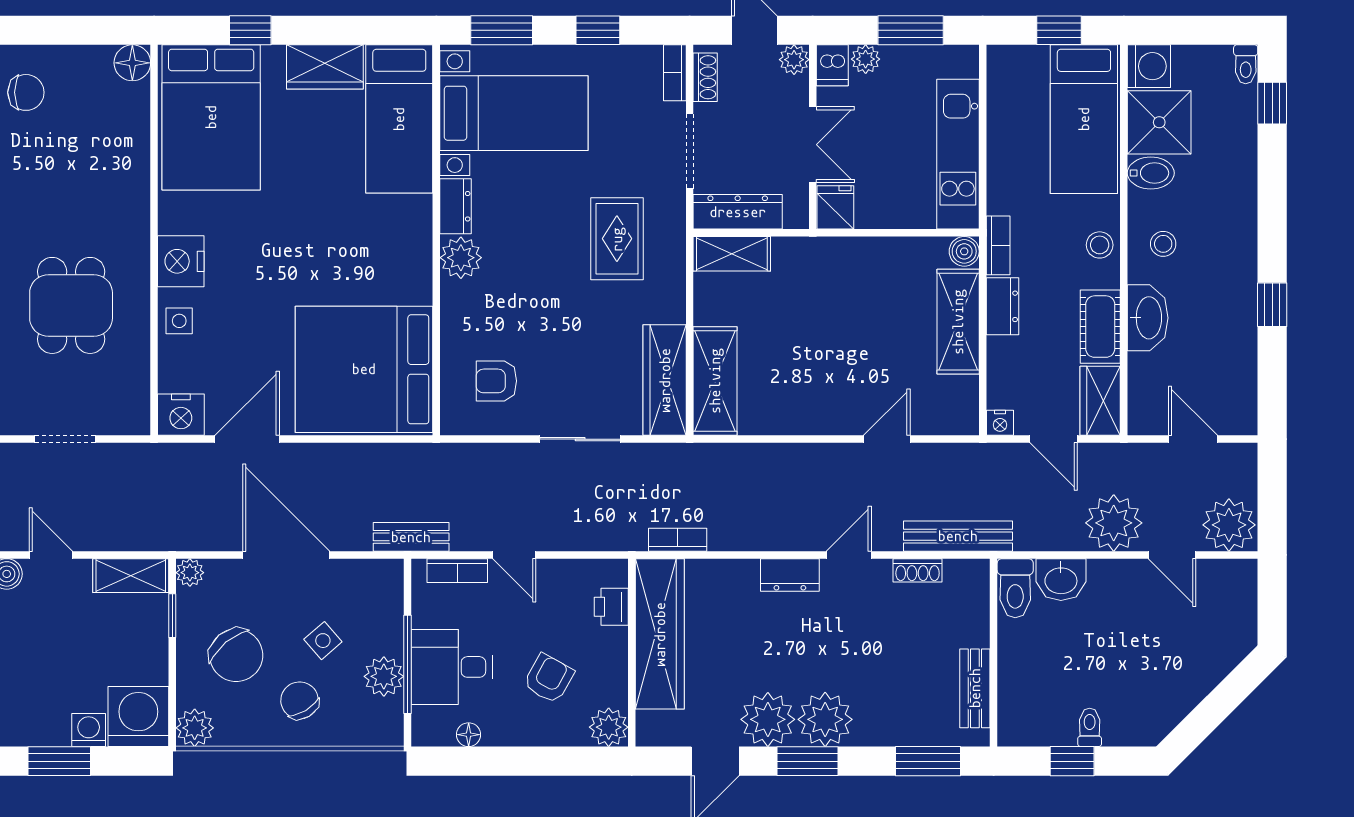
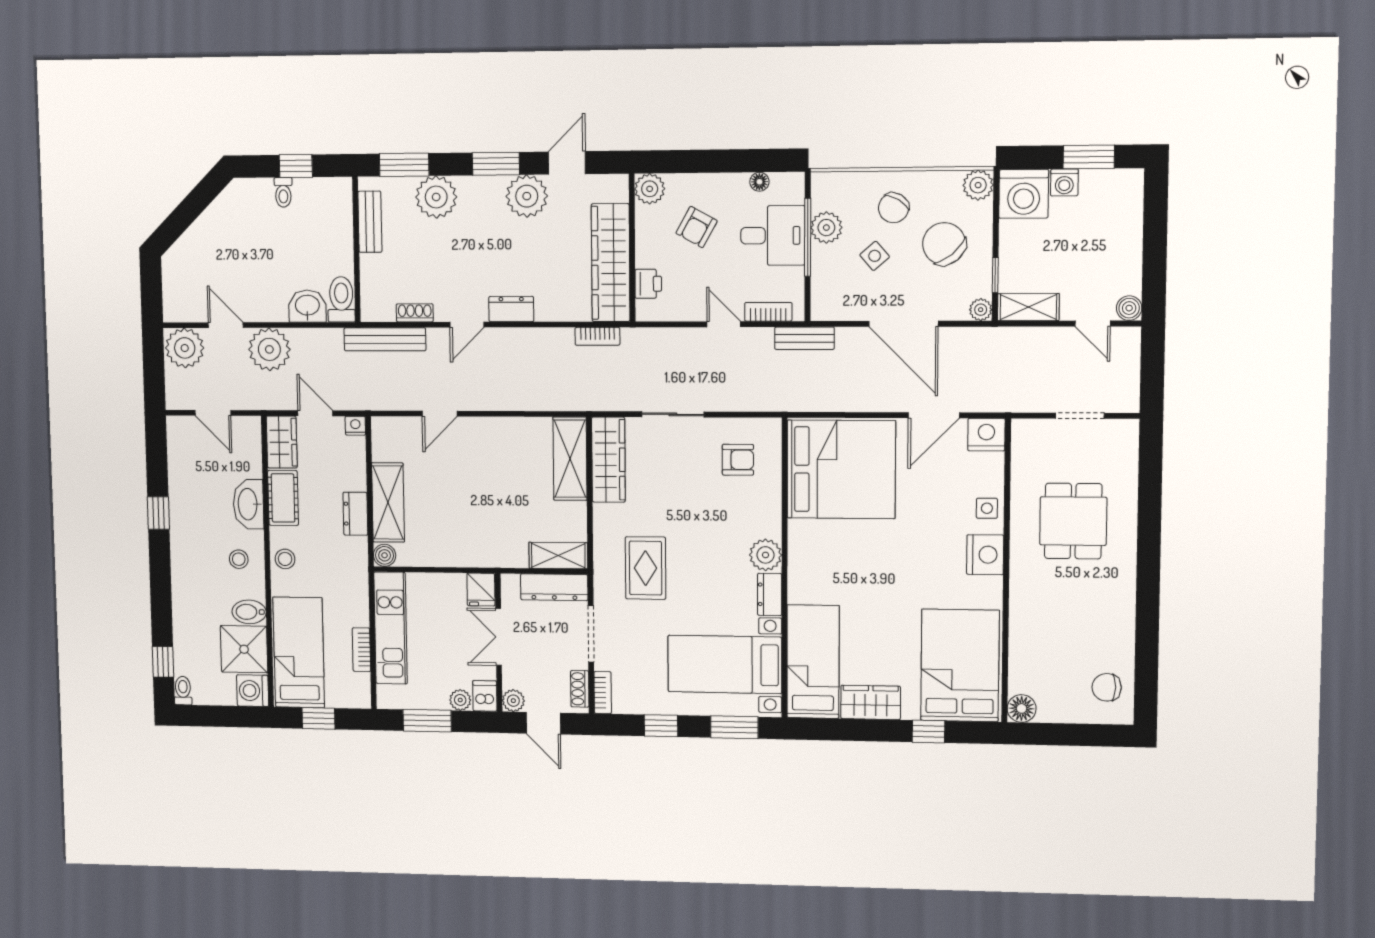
bookcase: (998, 245) -> (361, 650), moved
chair: (300, 700) -> (894, 208), turned 62
plant: (825, 719) -> (436, 197), moved

